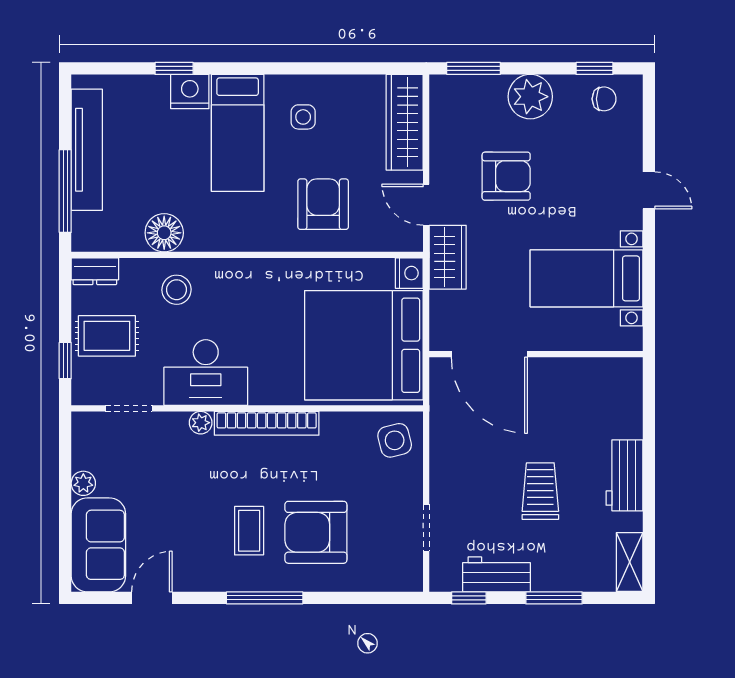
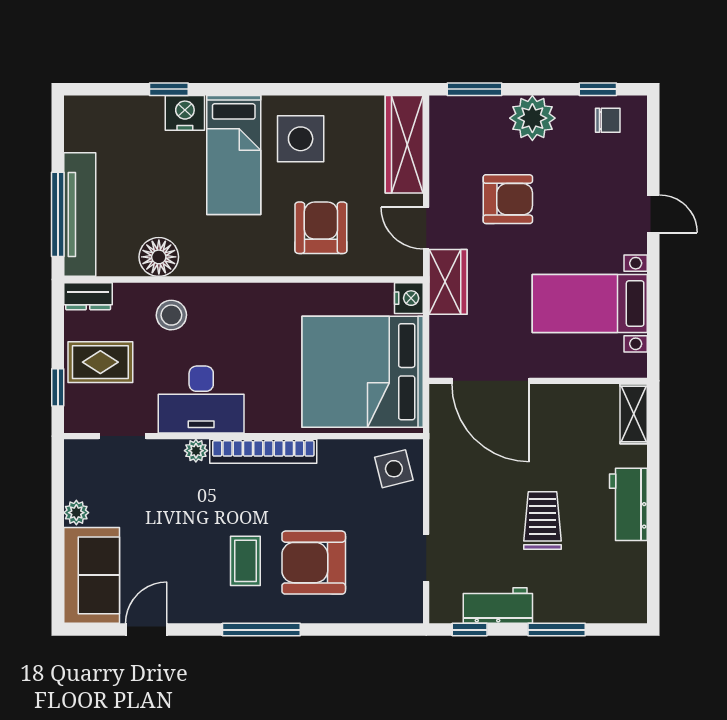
side table: (303, 117) -> (301, 139), width x1.87, depth x1.87
tv unit: (87, 150) -> (80, 215), moved
shelving: (630, 562) -> (634, 414), moved

